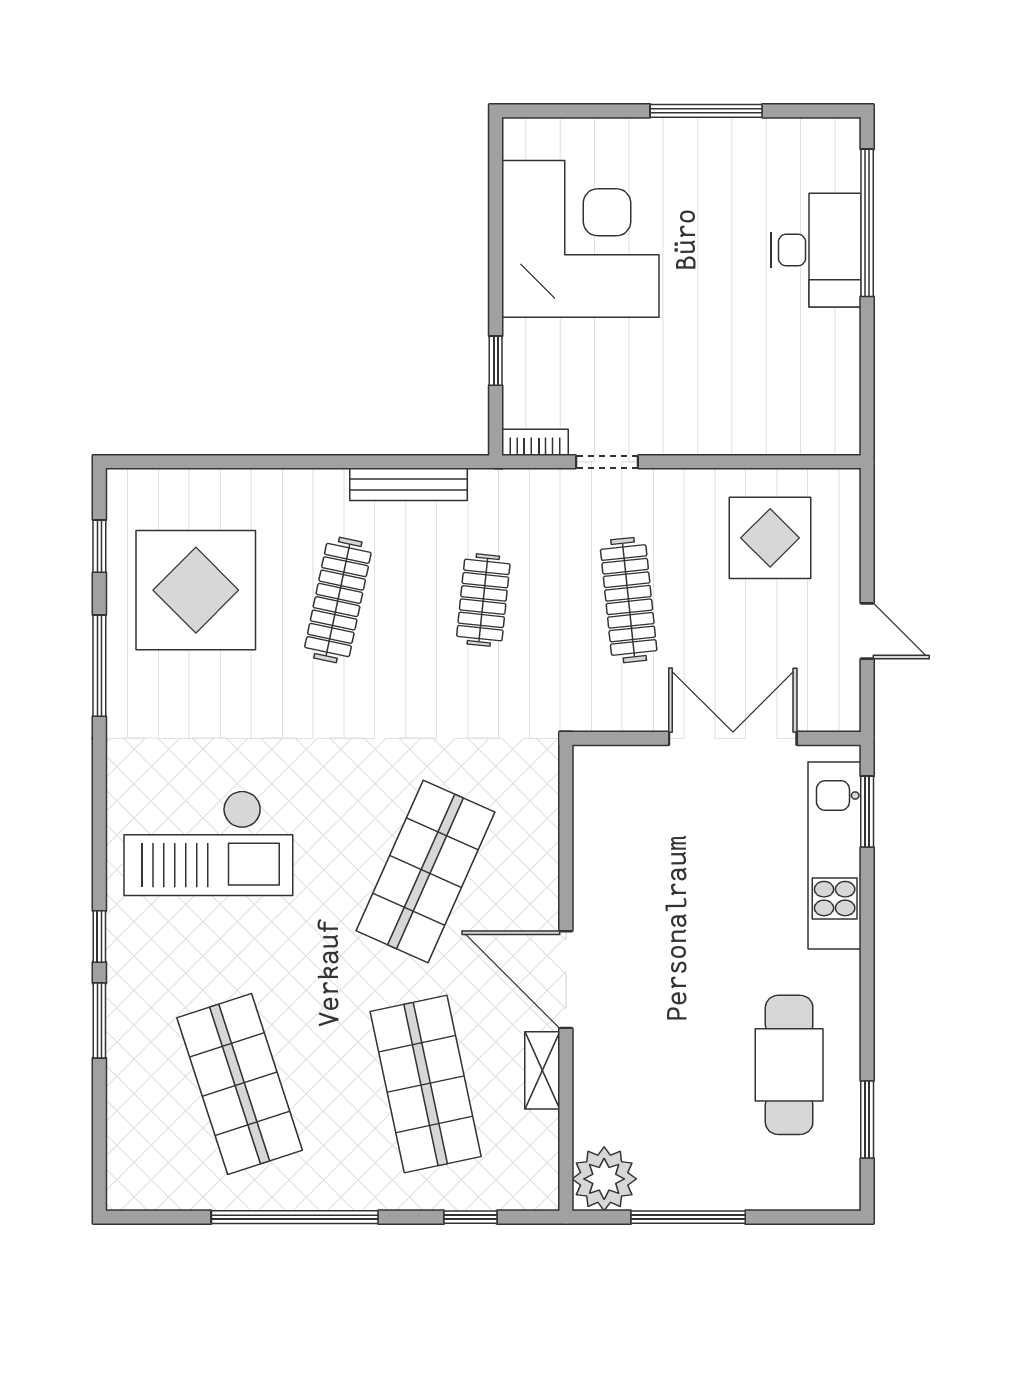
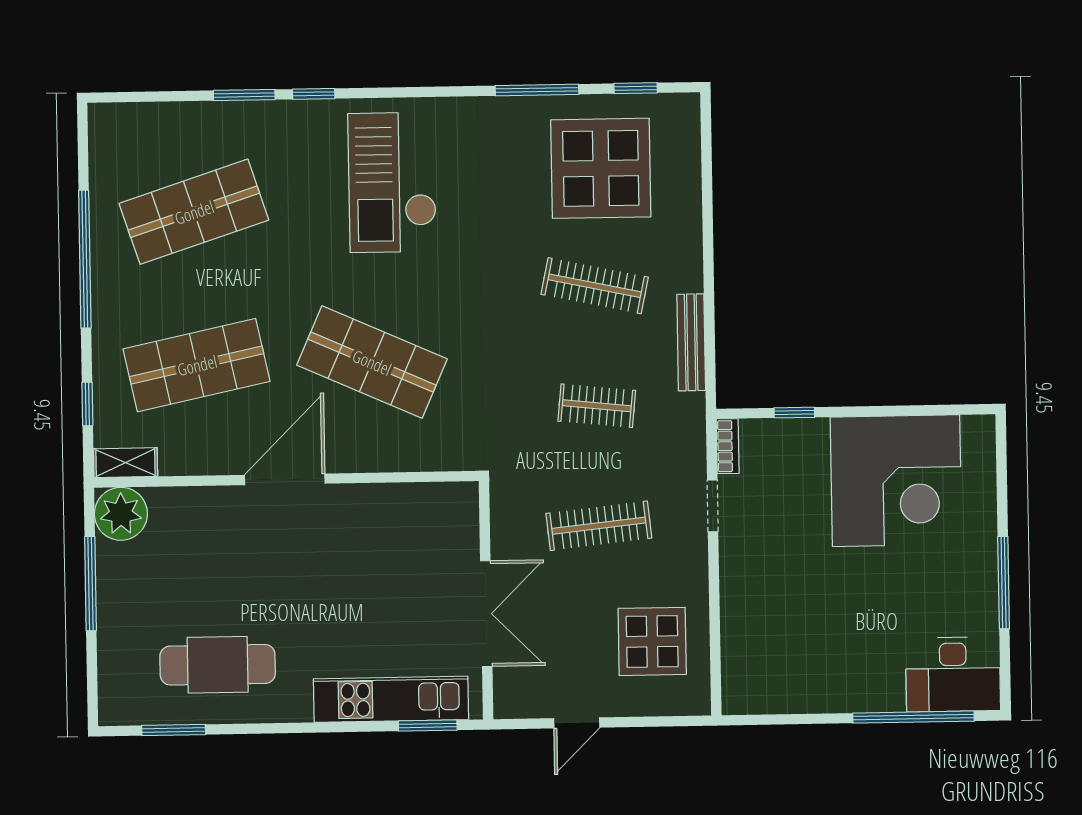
desk: (816, 250) -> (953, 674), moved
shelving: (542, 1070) -> (125, 463), moved

